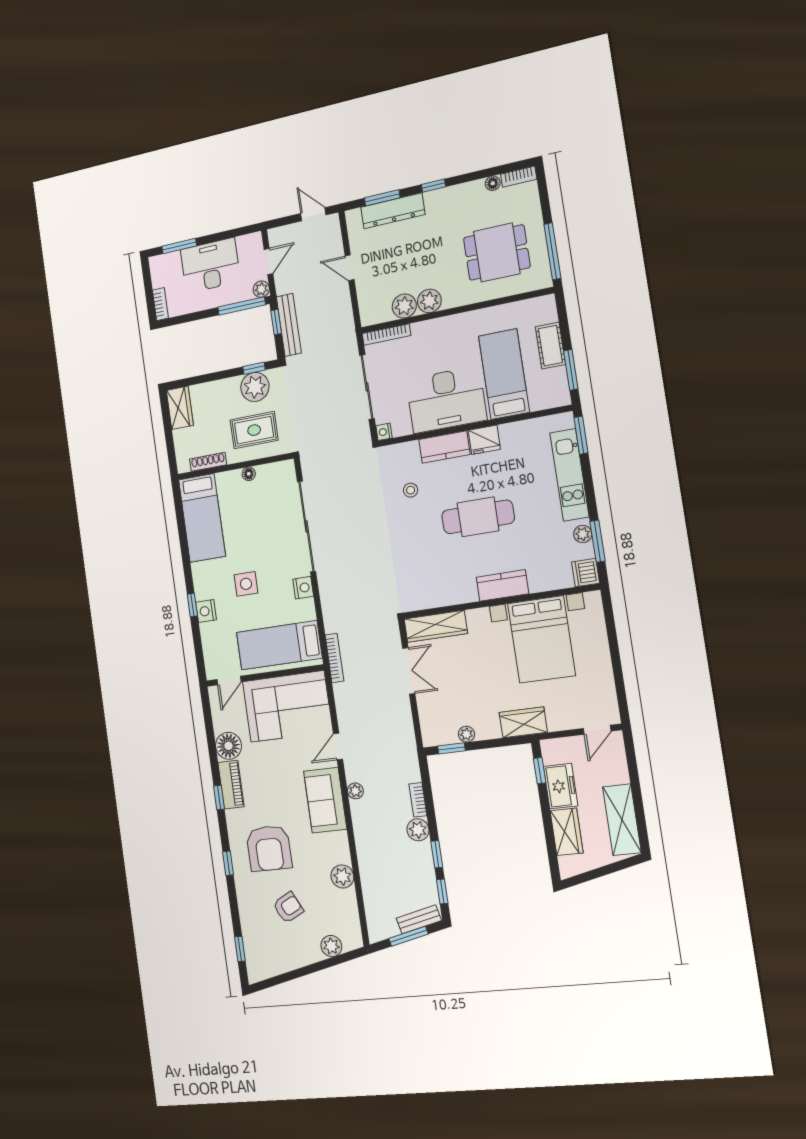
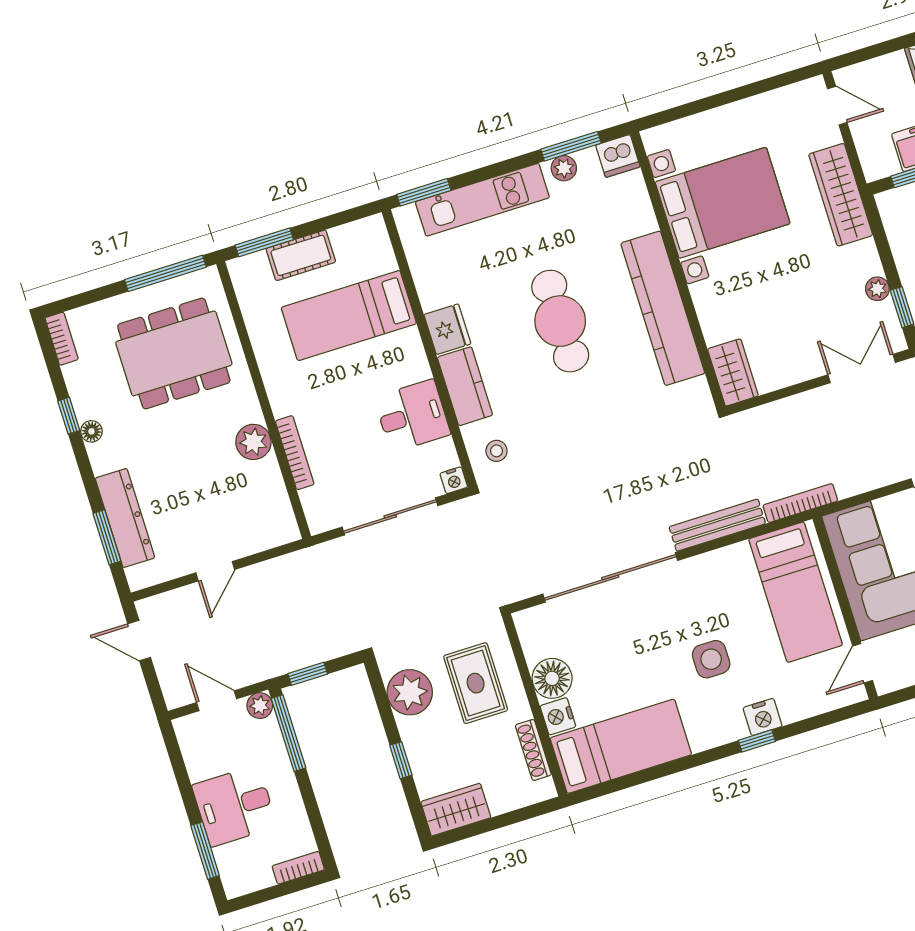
floor lamp: (493, 183) -> (91, 431), moved
window: (434, 186) -> (69, 416), moved
door: (313, 214) -> (139, 641), hinge flipped
dining table: (497, 252) -> (174, 353), width x1.37
desk: (210, 266) -> (235, 806), width x0.73
plant: (404, 306) -> (264, 479), removed
bench: (289, 325) -> (717, 525), moved
bookcase: (386, 335) -> (295, 453), moved
window: (254, 368) -> (401, 760), moved
window: (571, 370) -> (264, 242), moved
desk: (446, 400) -> (412, 416), width x0.53, depth x0.77
floor lamp: (249, 474) -> (552, 678), width x1.89, depth x1.89
stool: (411, 490) -> (497, 451), moved
kitchen counter: (502, 585) -> (663, 308), width x2.08, depth x1.17
nightstand: (303, 588) -> (558, 716), moved, turned -90
wardrobe: (436, 626) -> (733, 372), width x0.67
double door: (409, 671) -> (862, 369), moved
door: (229, 681) -> (863, 663), swing flipped
wardrobe: (523, 722) -> (841, 195), width x1.50

